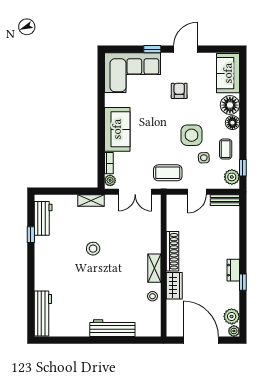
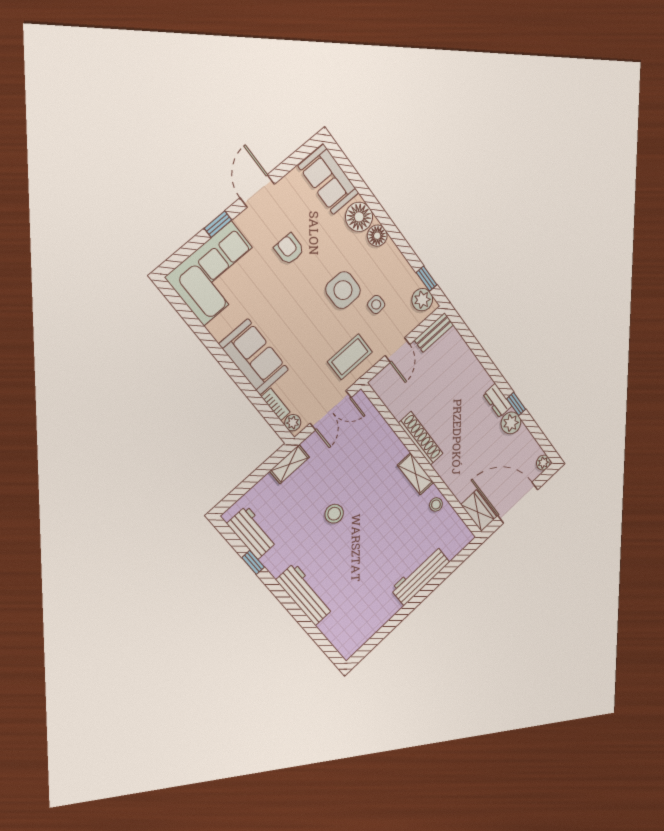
coffee table: (226, 149) -> (392, 273), removed
wardrobe: (174, 286) -> (479, 511), moved
workbench: (43, 314) -> (305, 594), moved
plant: (232, 316) -> (511, 423), moved

